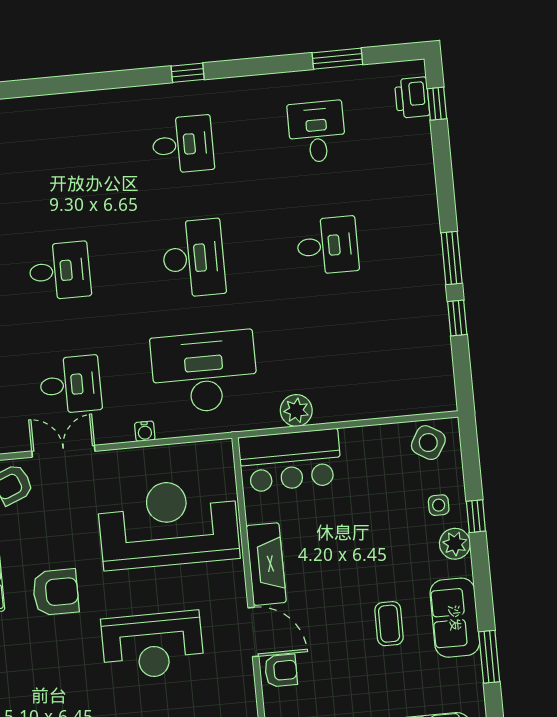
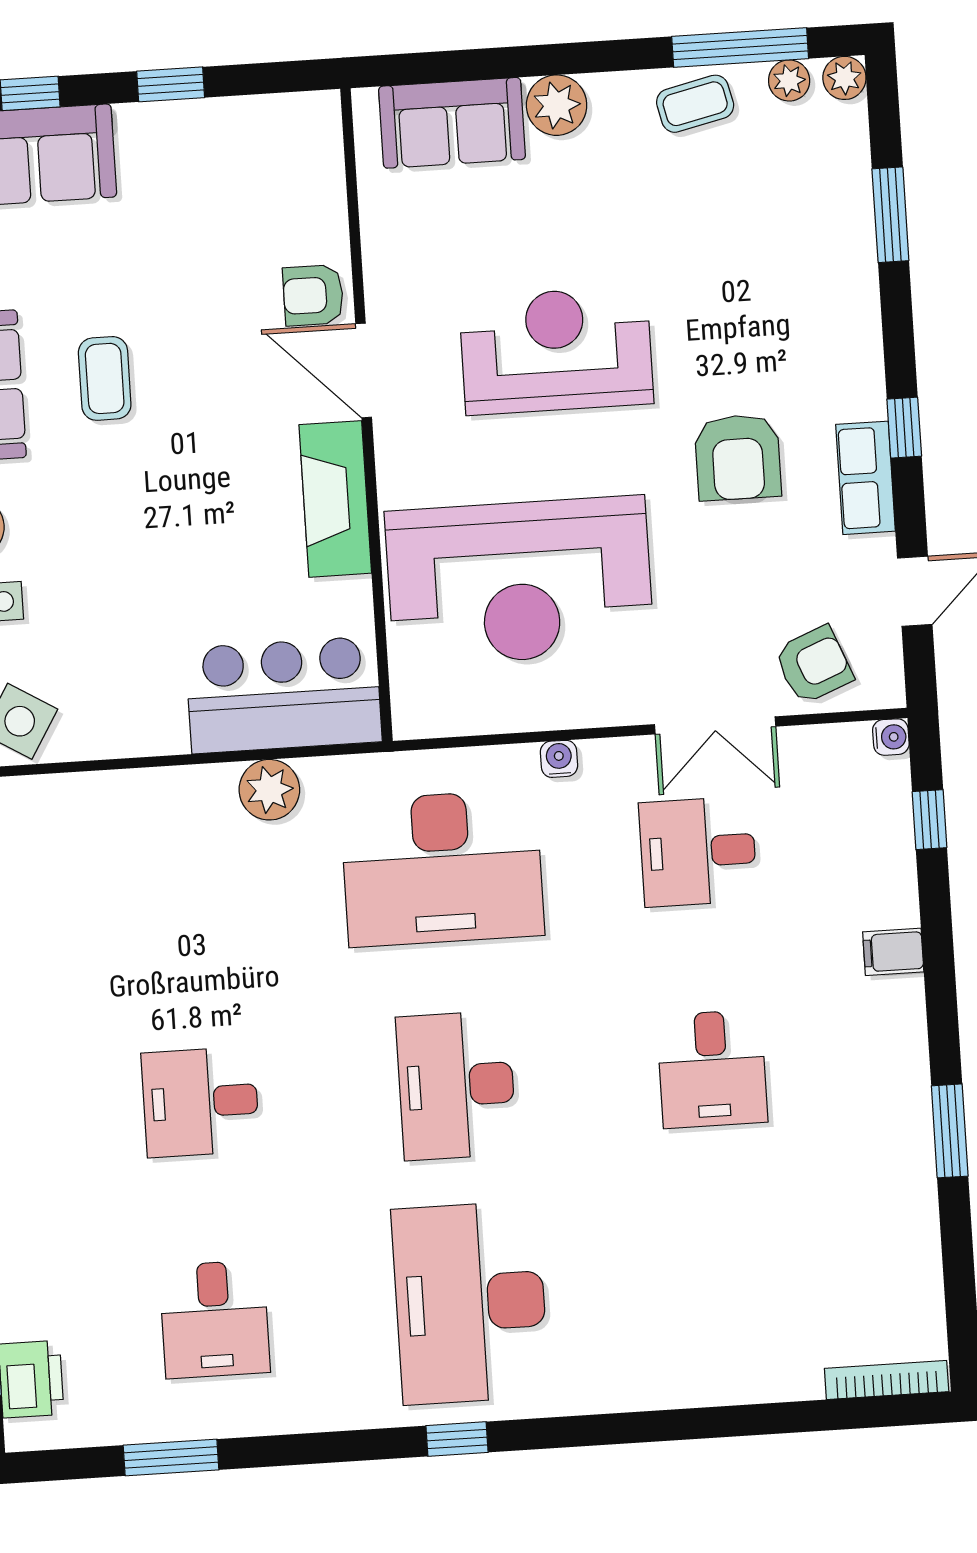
desk: (183, 144) -> (470, 1303), width x1.87, depth x1.30
desk: (60, 271) -> (712, 1069), turned -90
armchair: (56, 592) -> (738, 457), turned -90

